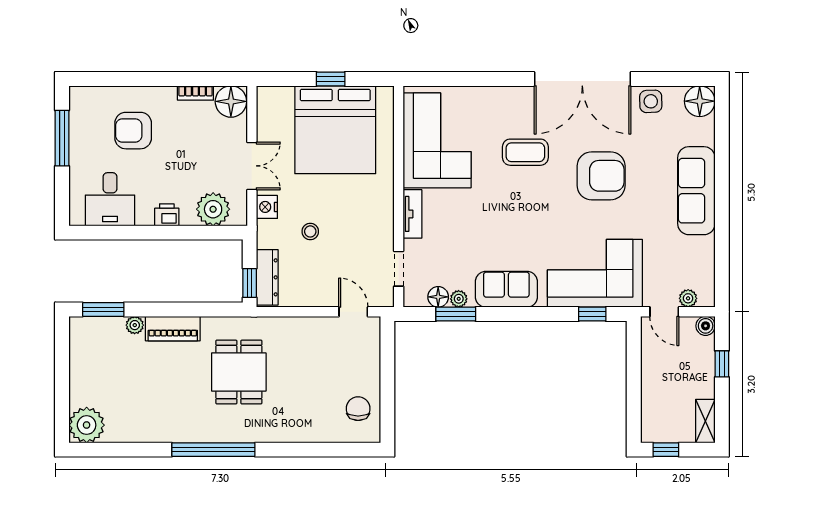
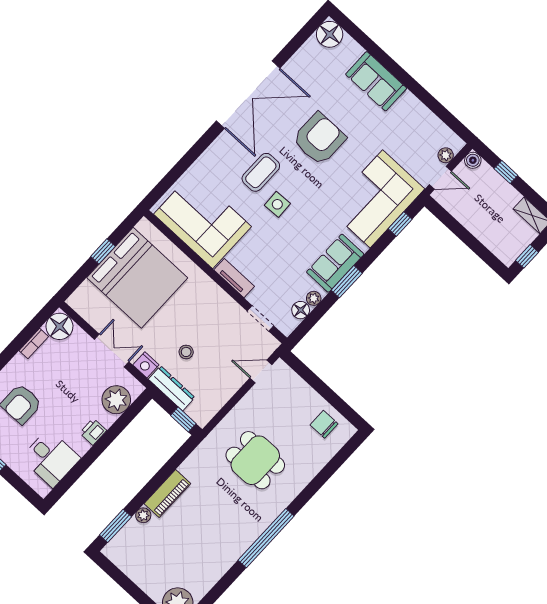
side table: (651, 101) -> (277, 204), moved
sofa: (696, 191) -> (376, 81), width x0.73
dresser: (267, 277) -> (172, 388), moved
window: (456, 314) -> (347, 282), moved
dining table: (239, 372) -> (255, 460), moved

